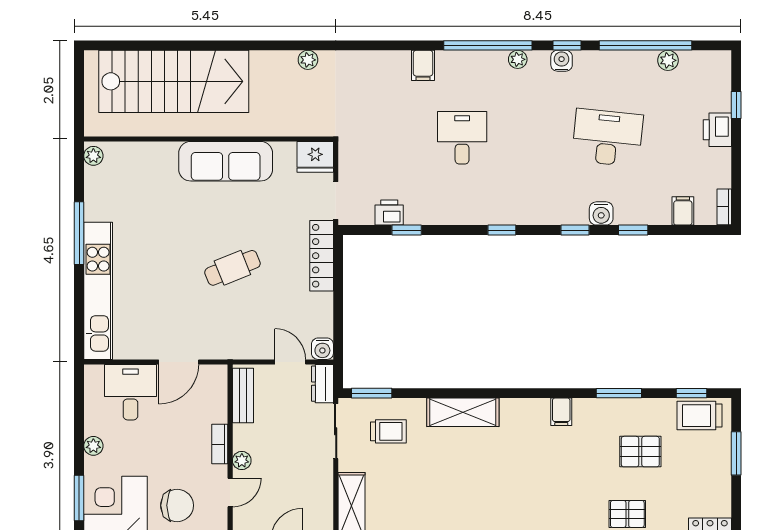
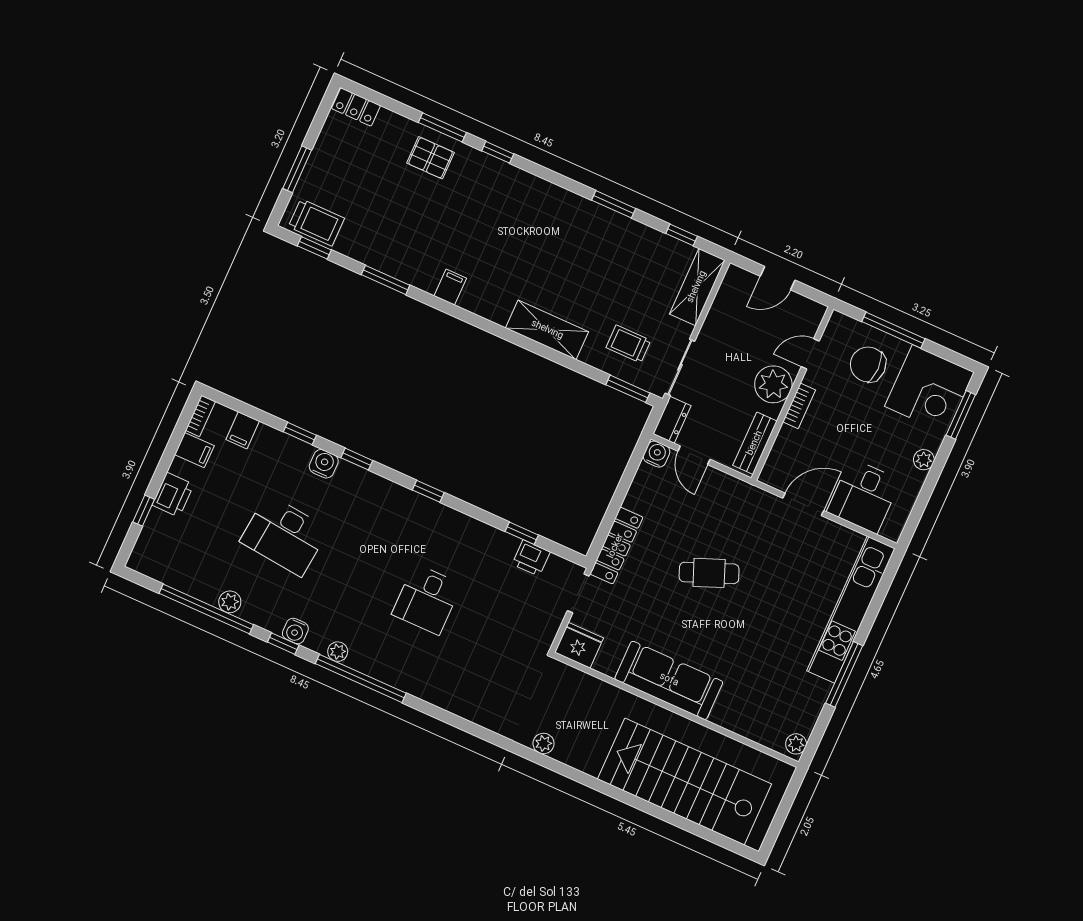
plant: (668, 60) -> (230, 602), moved
filing cabinet: (423, 65) -> (194, 450), moved, turned 90
pallet: (640, 452) -> (390, 213), removed
plant: (242, 461) -> (773, 384), width x1.88, depth x1.88

